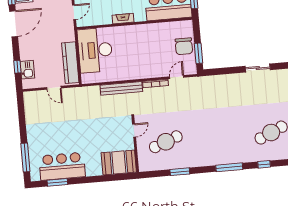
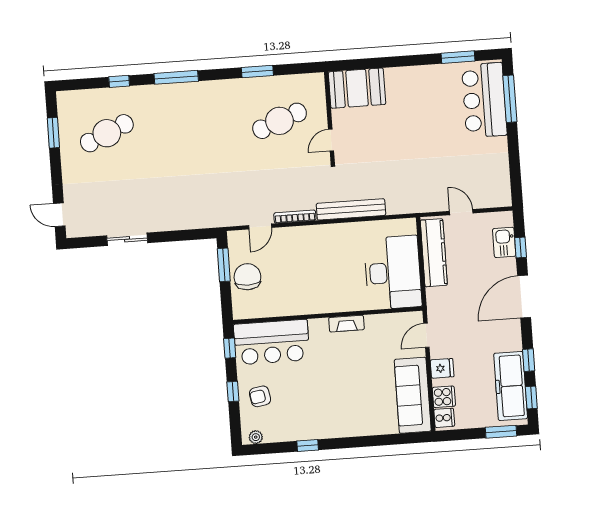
door: (14, 24) -> (524, 297), moved
bar counter: (62, 166) -> (484, 100), moved, turned 90

